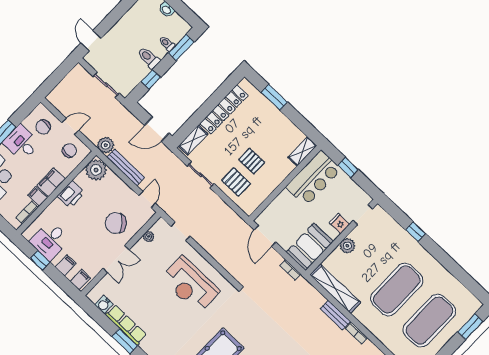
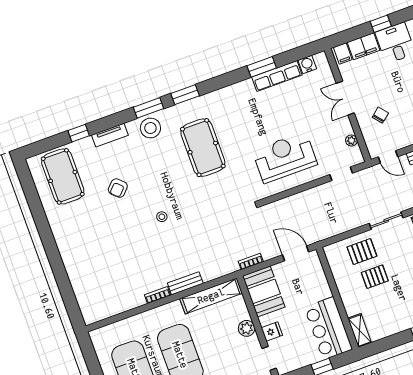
chair: (116, 223) -> (380, 115), width x0.54, depth x0.54
filing cabinet: (66, 265) -> (364, 46), width x2.00

